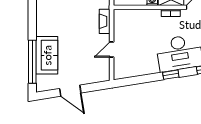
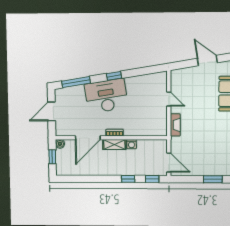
door: (112, 49) -> (169, 99), hinge flipped

